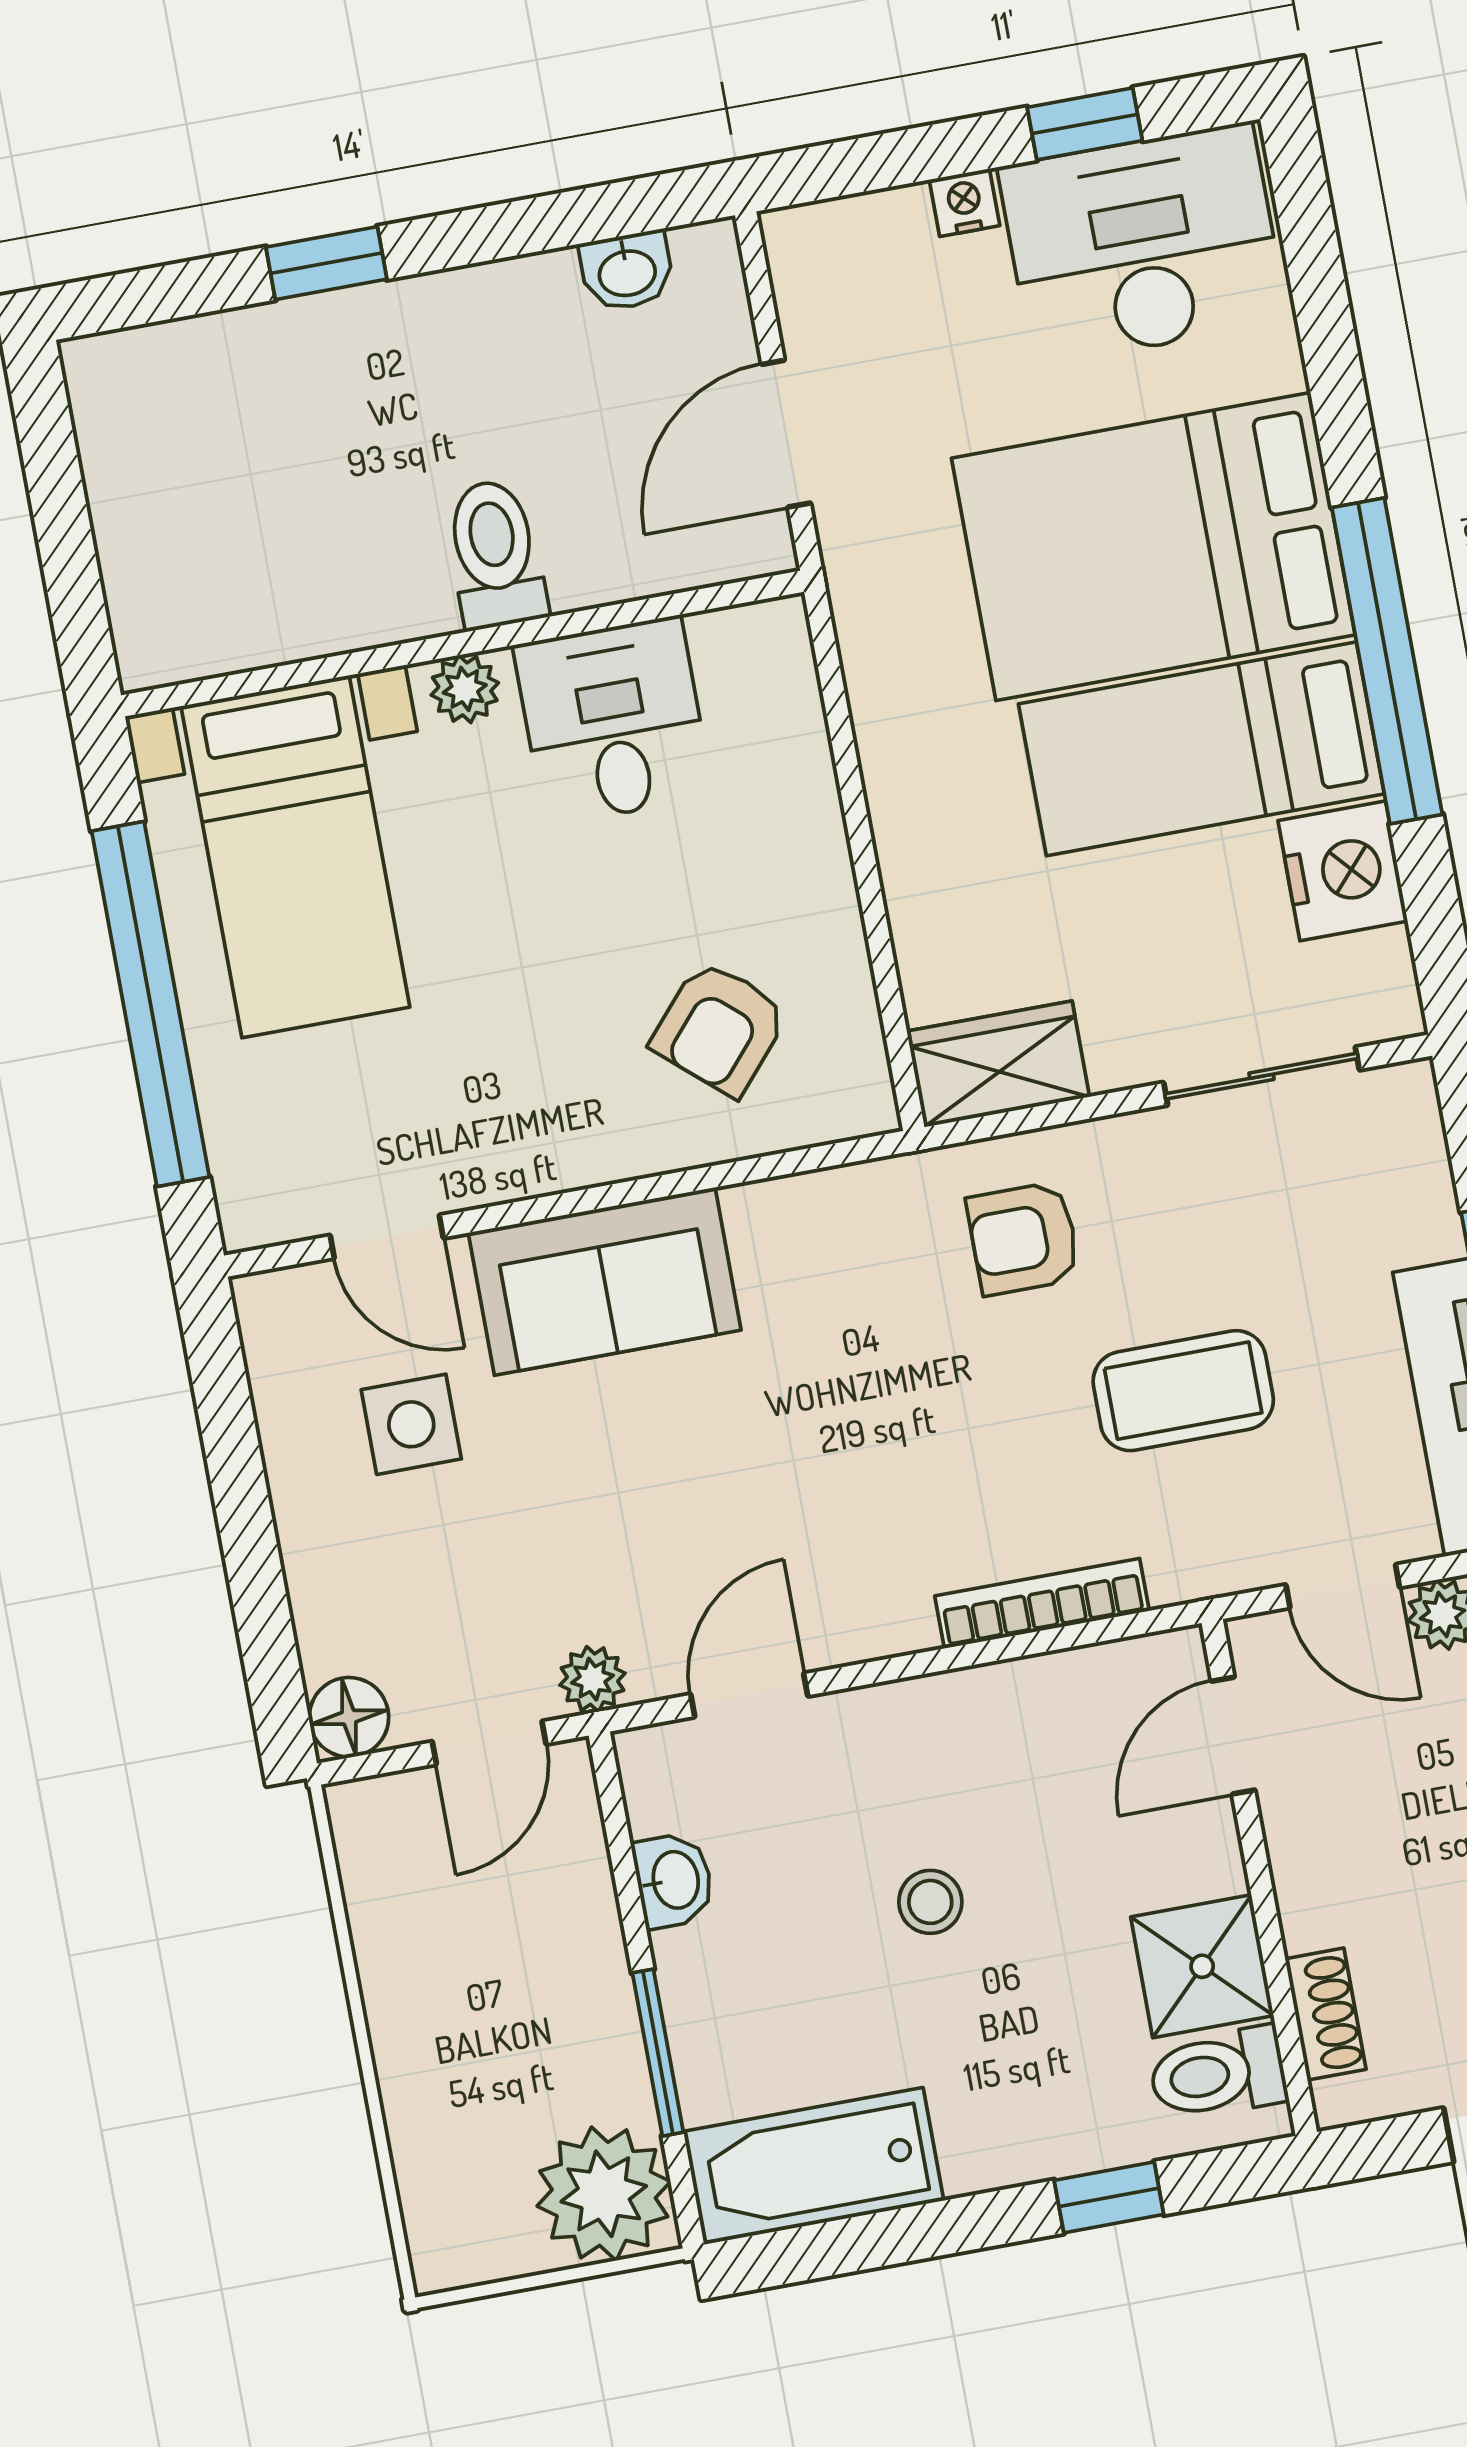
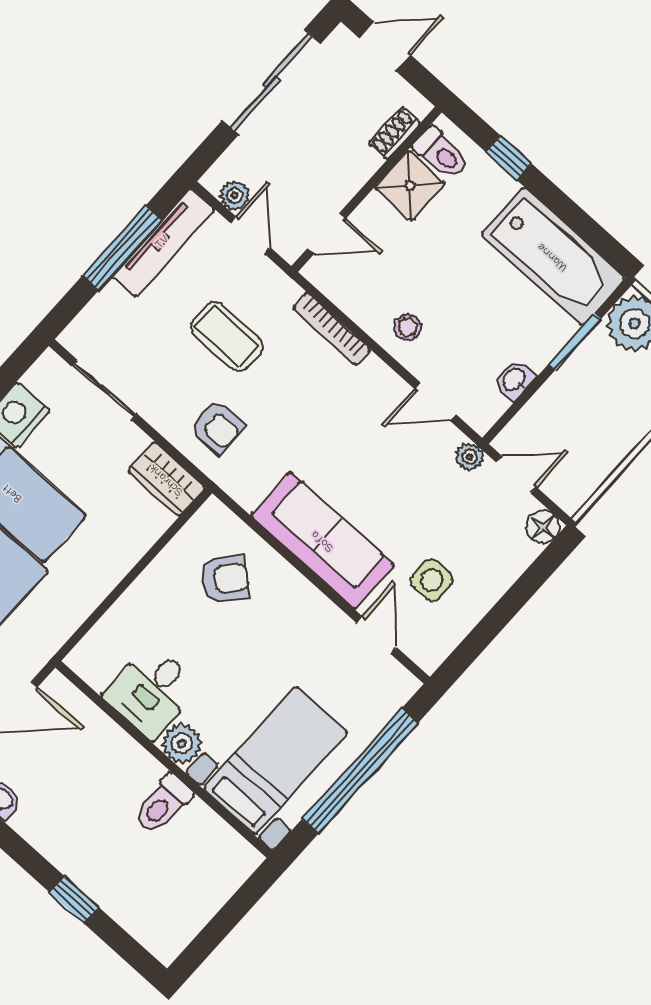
toilet: (495, 554) -> (163, 804), moved
plant: (465, 689) -> (182, 744), width x1.38, depth x1.38
sofa: (605, 1281) -> (323, 540), width x1.36
stool: (930, 1902) -> (408, 327), moved
bathtub: (814, 2166) -> (553, 256), width x1.36, depth x1.36

